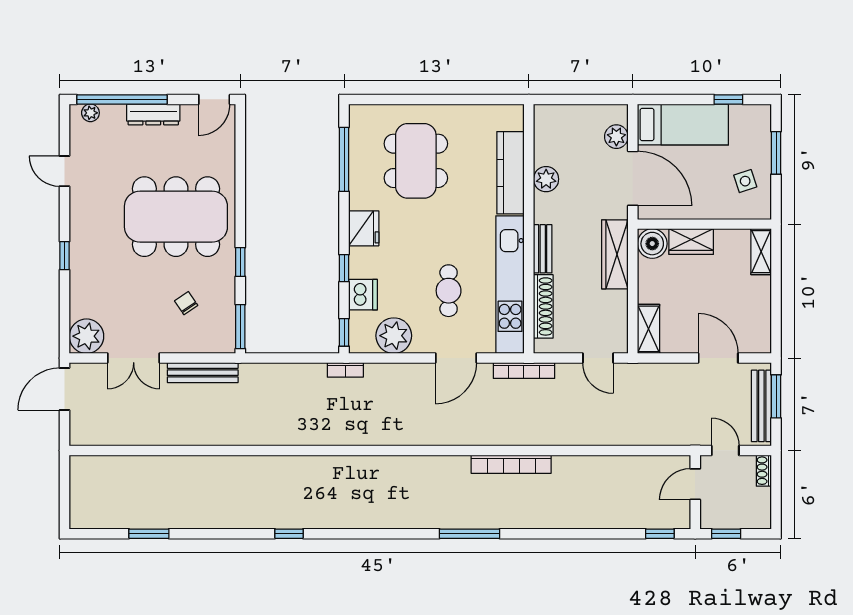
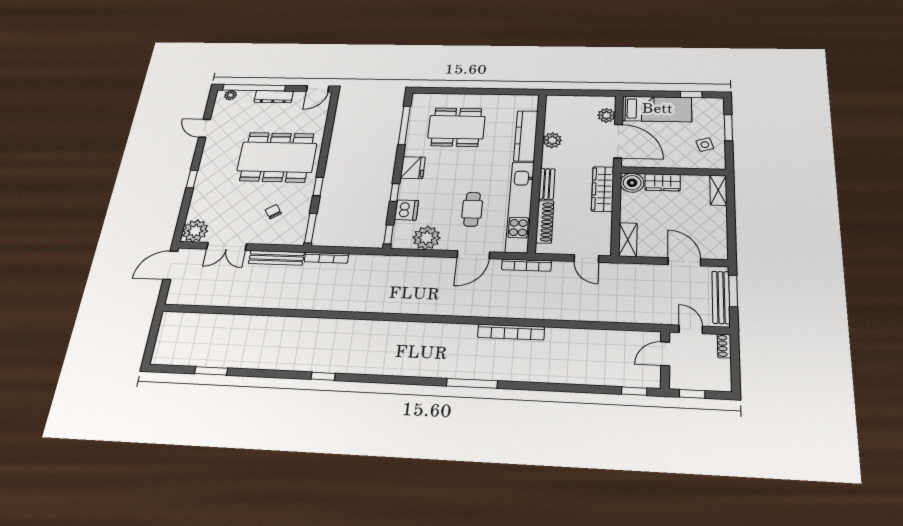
dining table: (416, 161) -> (456, 127), turned 90
bookcase: (345, 370) -> (326, 258), moved, width x1.56

